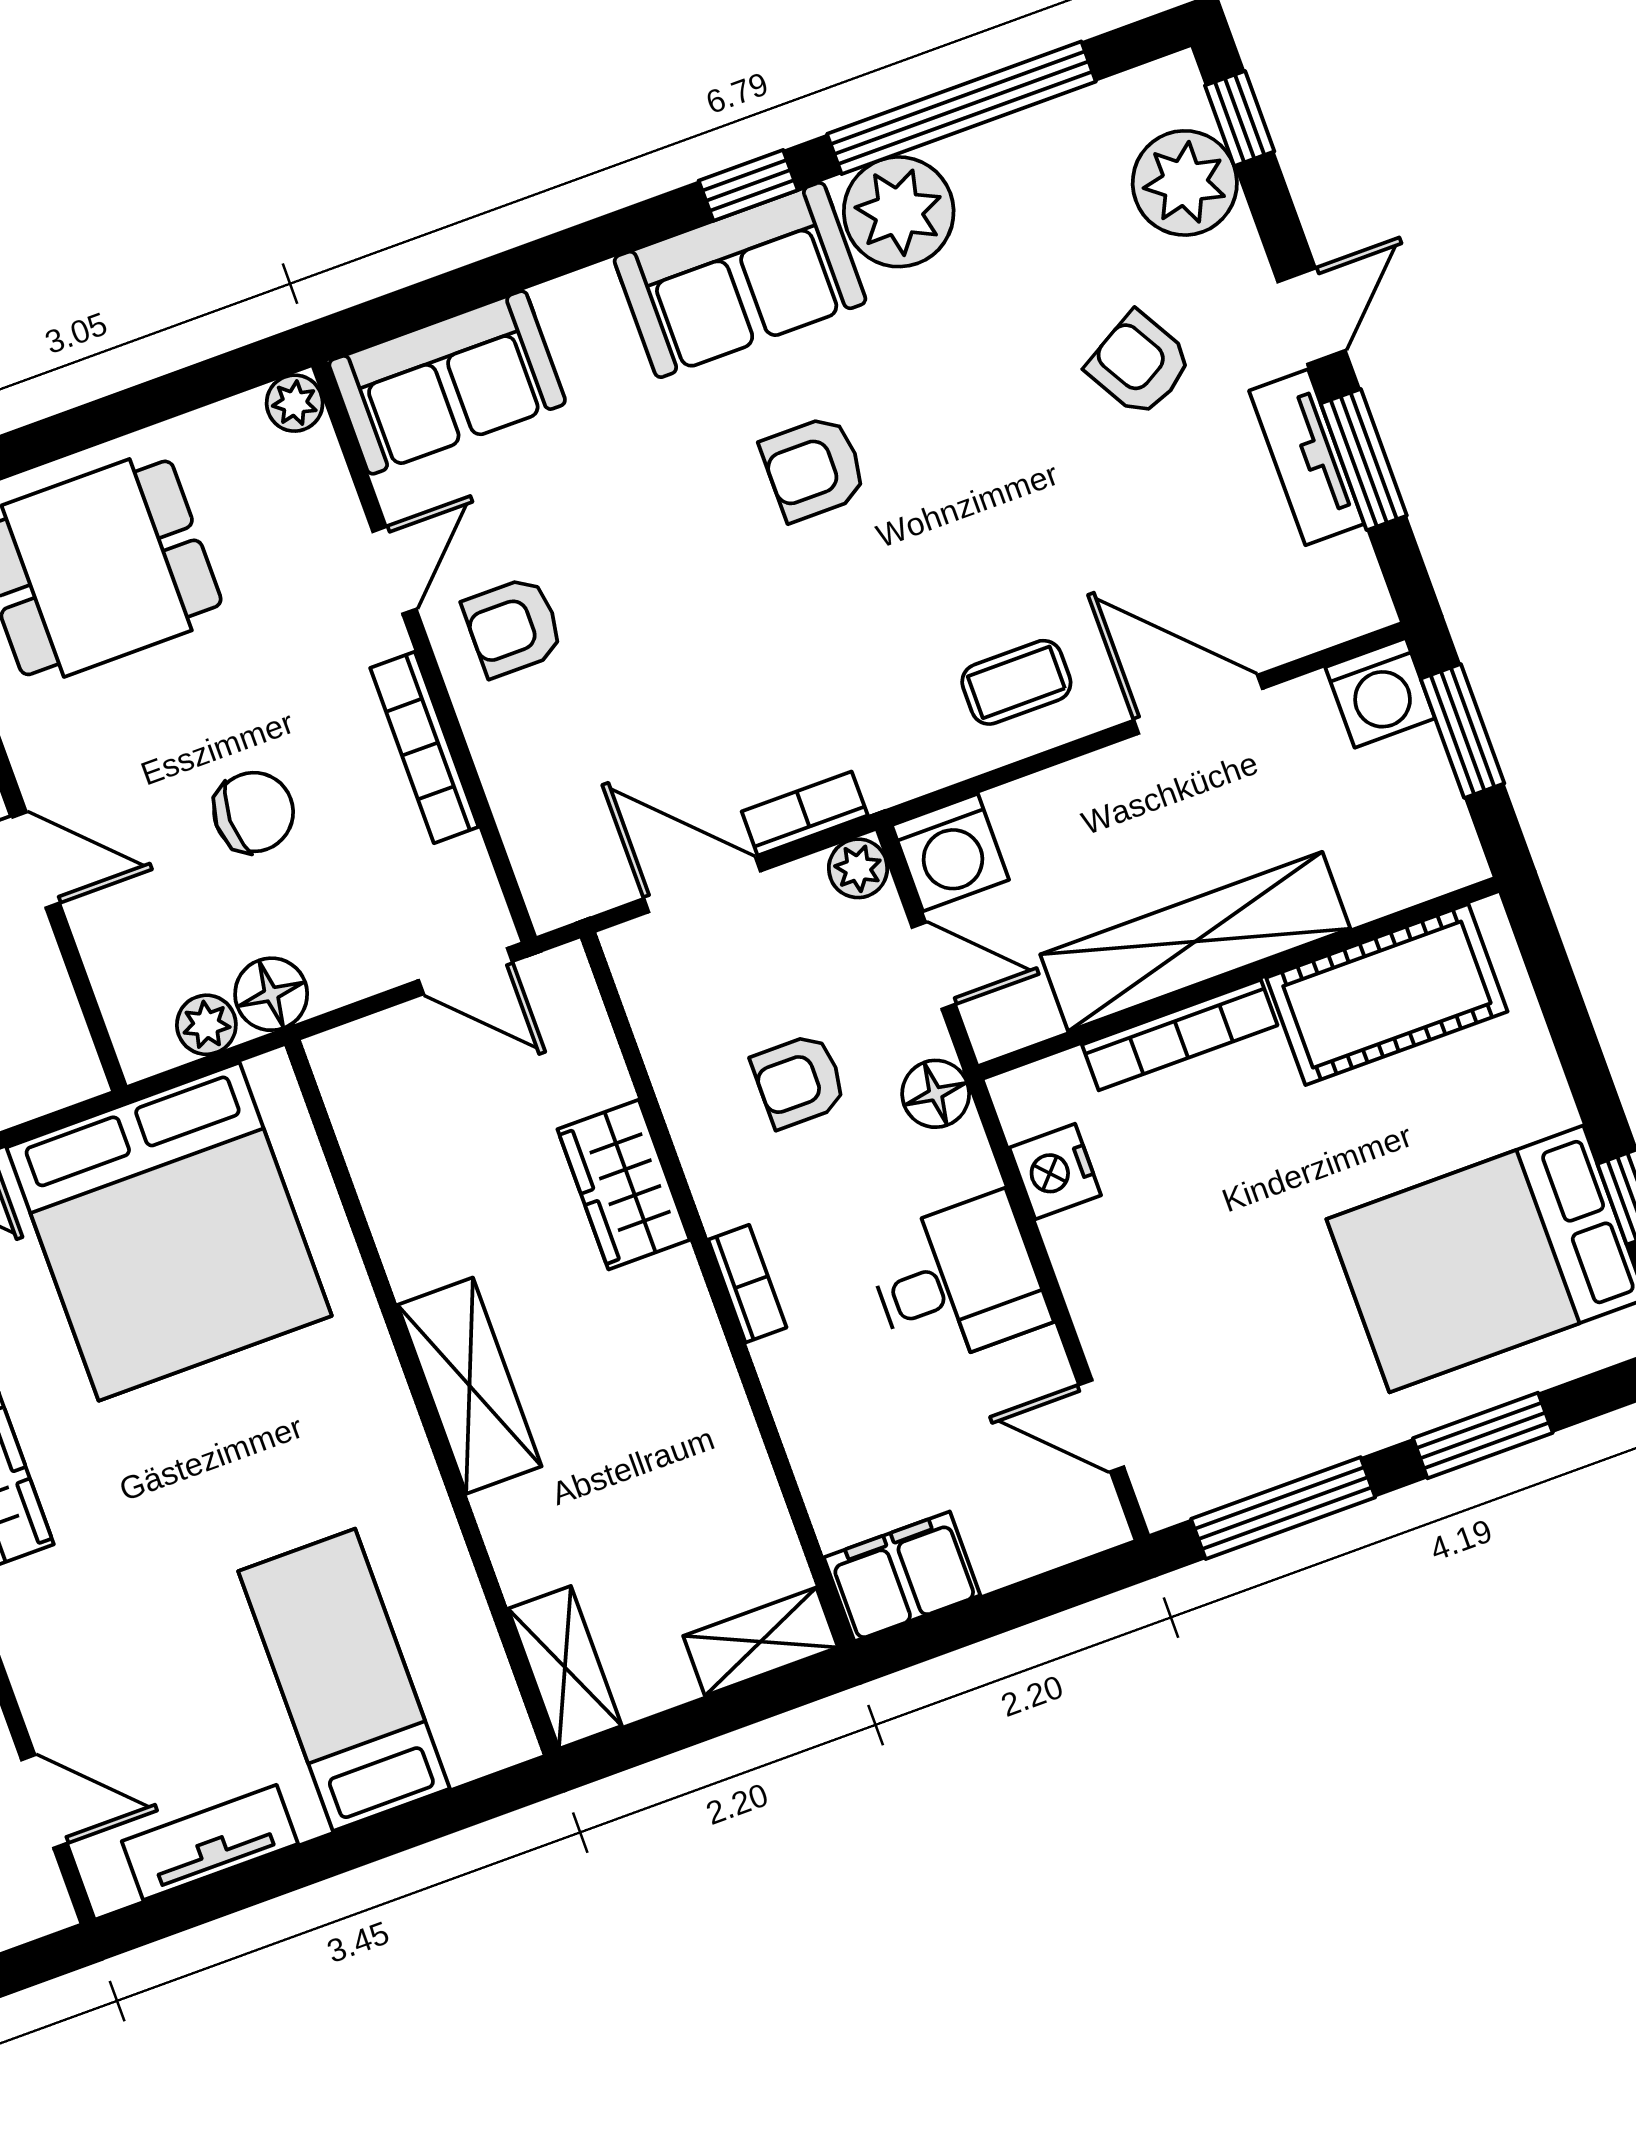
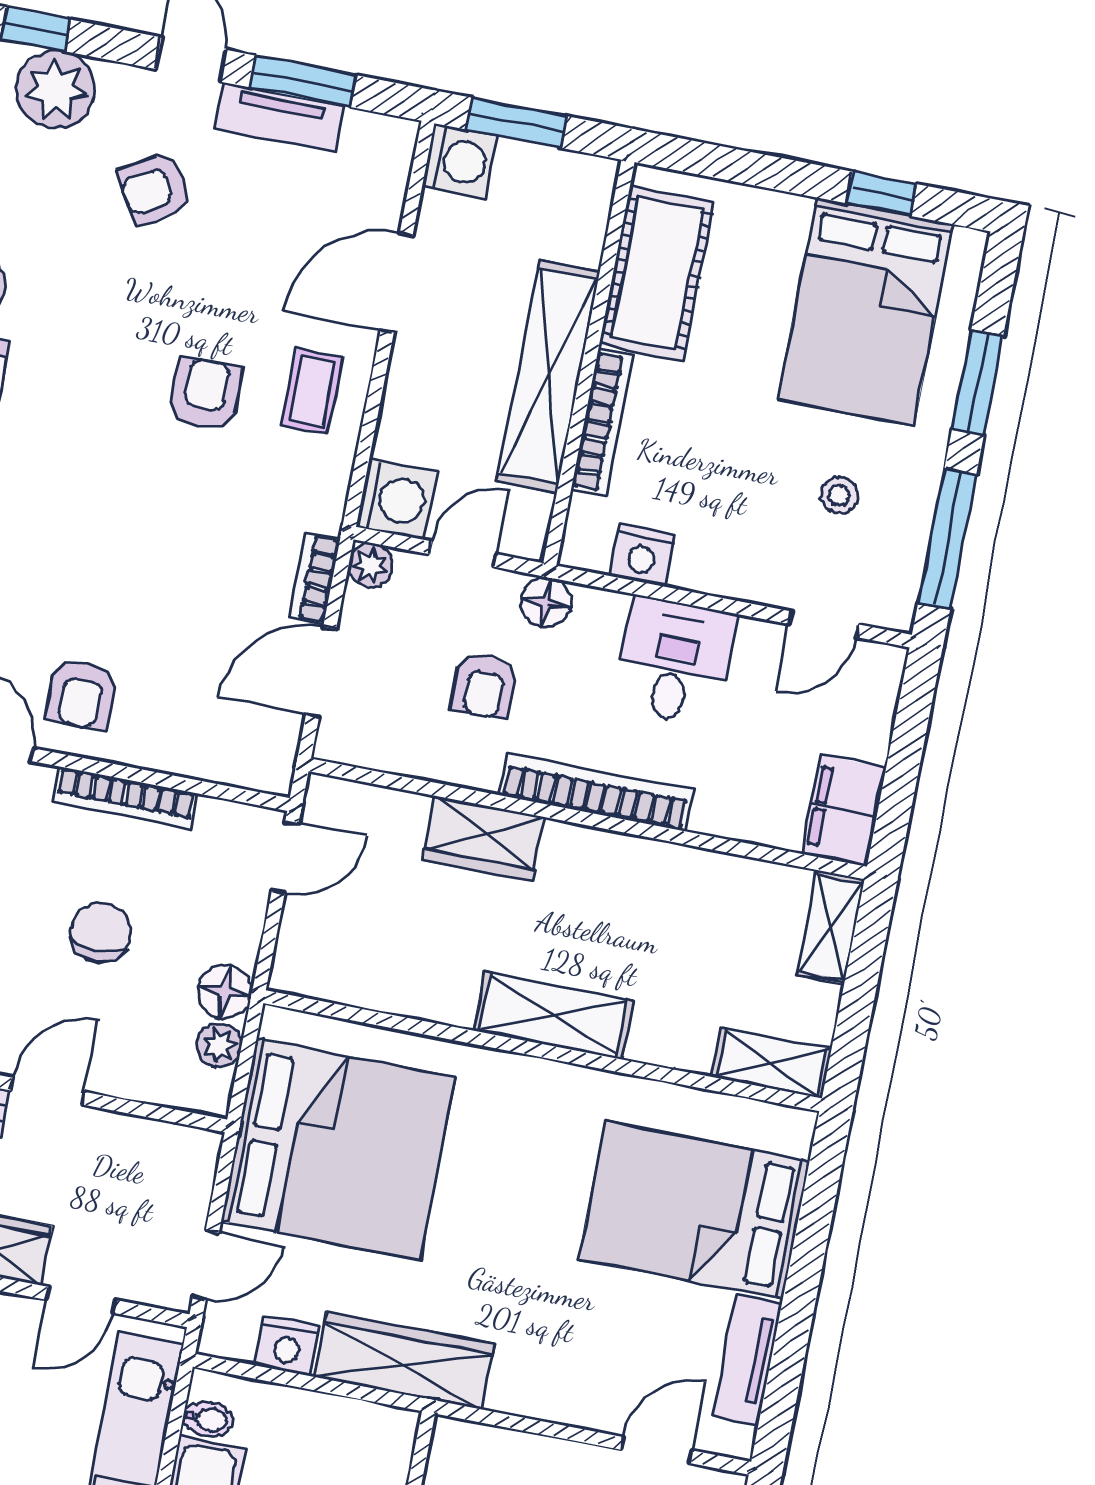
armchair: (814, 468) -> (205, 394), moved, turned 180
bookcase: (747, 1284) -> (596, 792), width x2.31, depth x1.31
stool: (1259, 1355) -> (839, 495), added
bed: (344, 1680) -> (694, 1210), width x1.50

